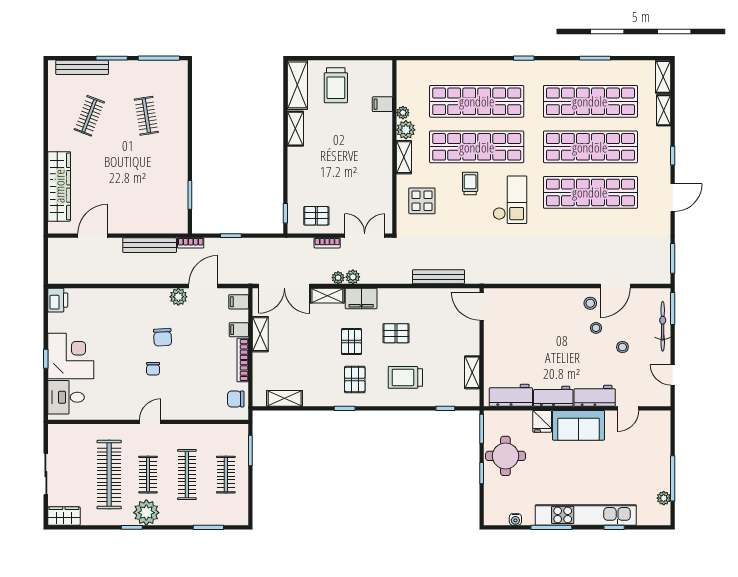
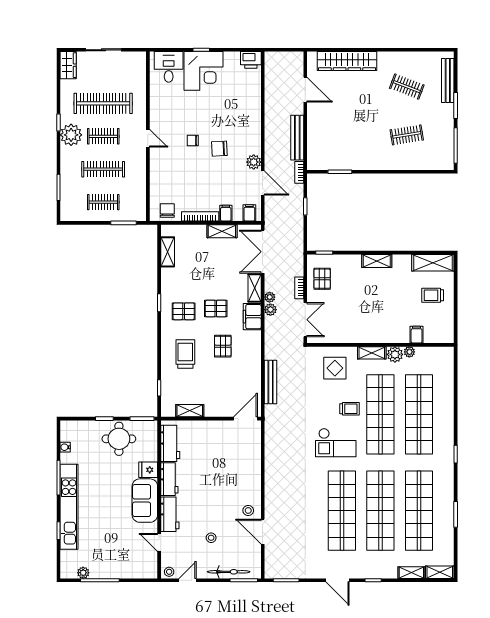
trolley: (336, 85) -> (433, 295), width x0.73, depth x0.72
shelving: (295, 129) -> (377, 261), moved
stool: (596, 328) -> (169, 572), moved

